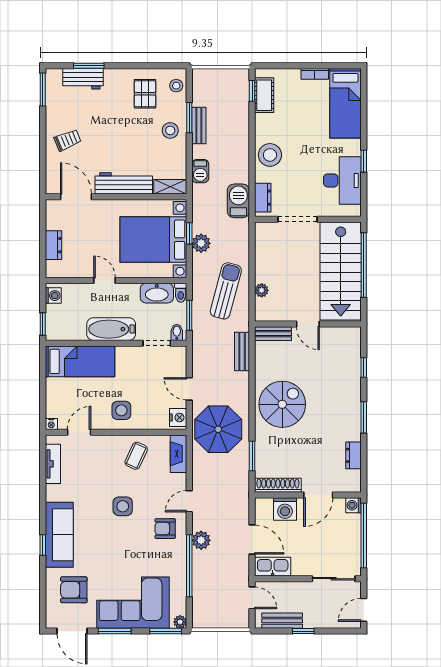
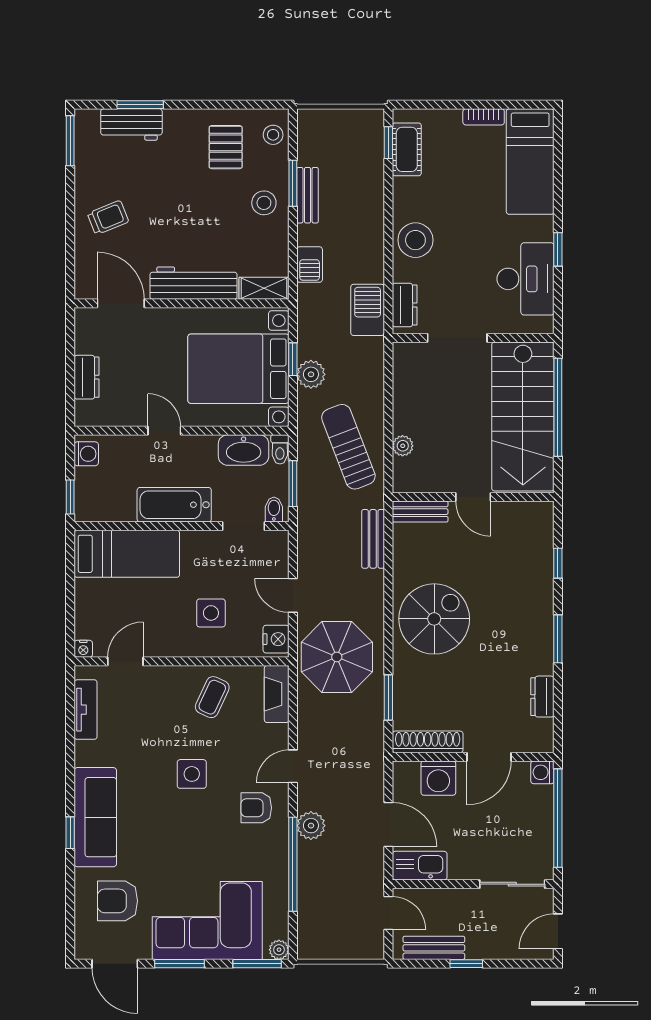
sun lounger: (226, 291) -> (348, 447), turned -36
side table: (121, 410) -> (211, 613), moved

